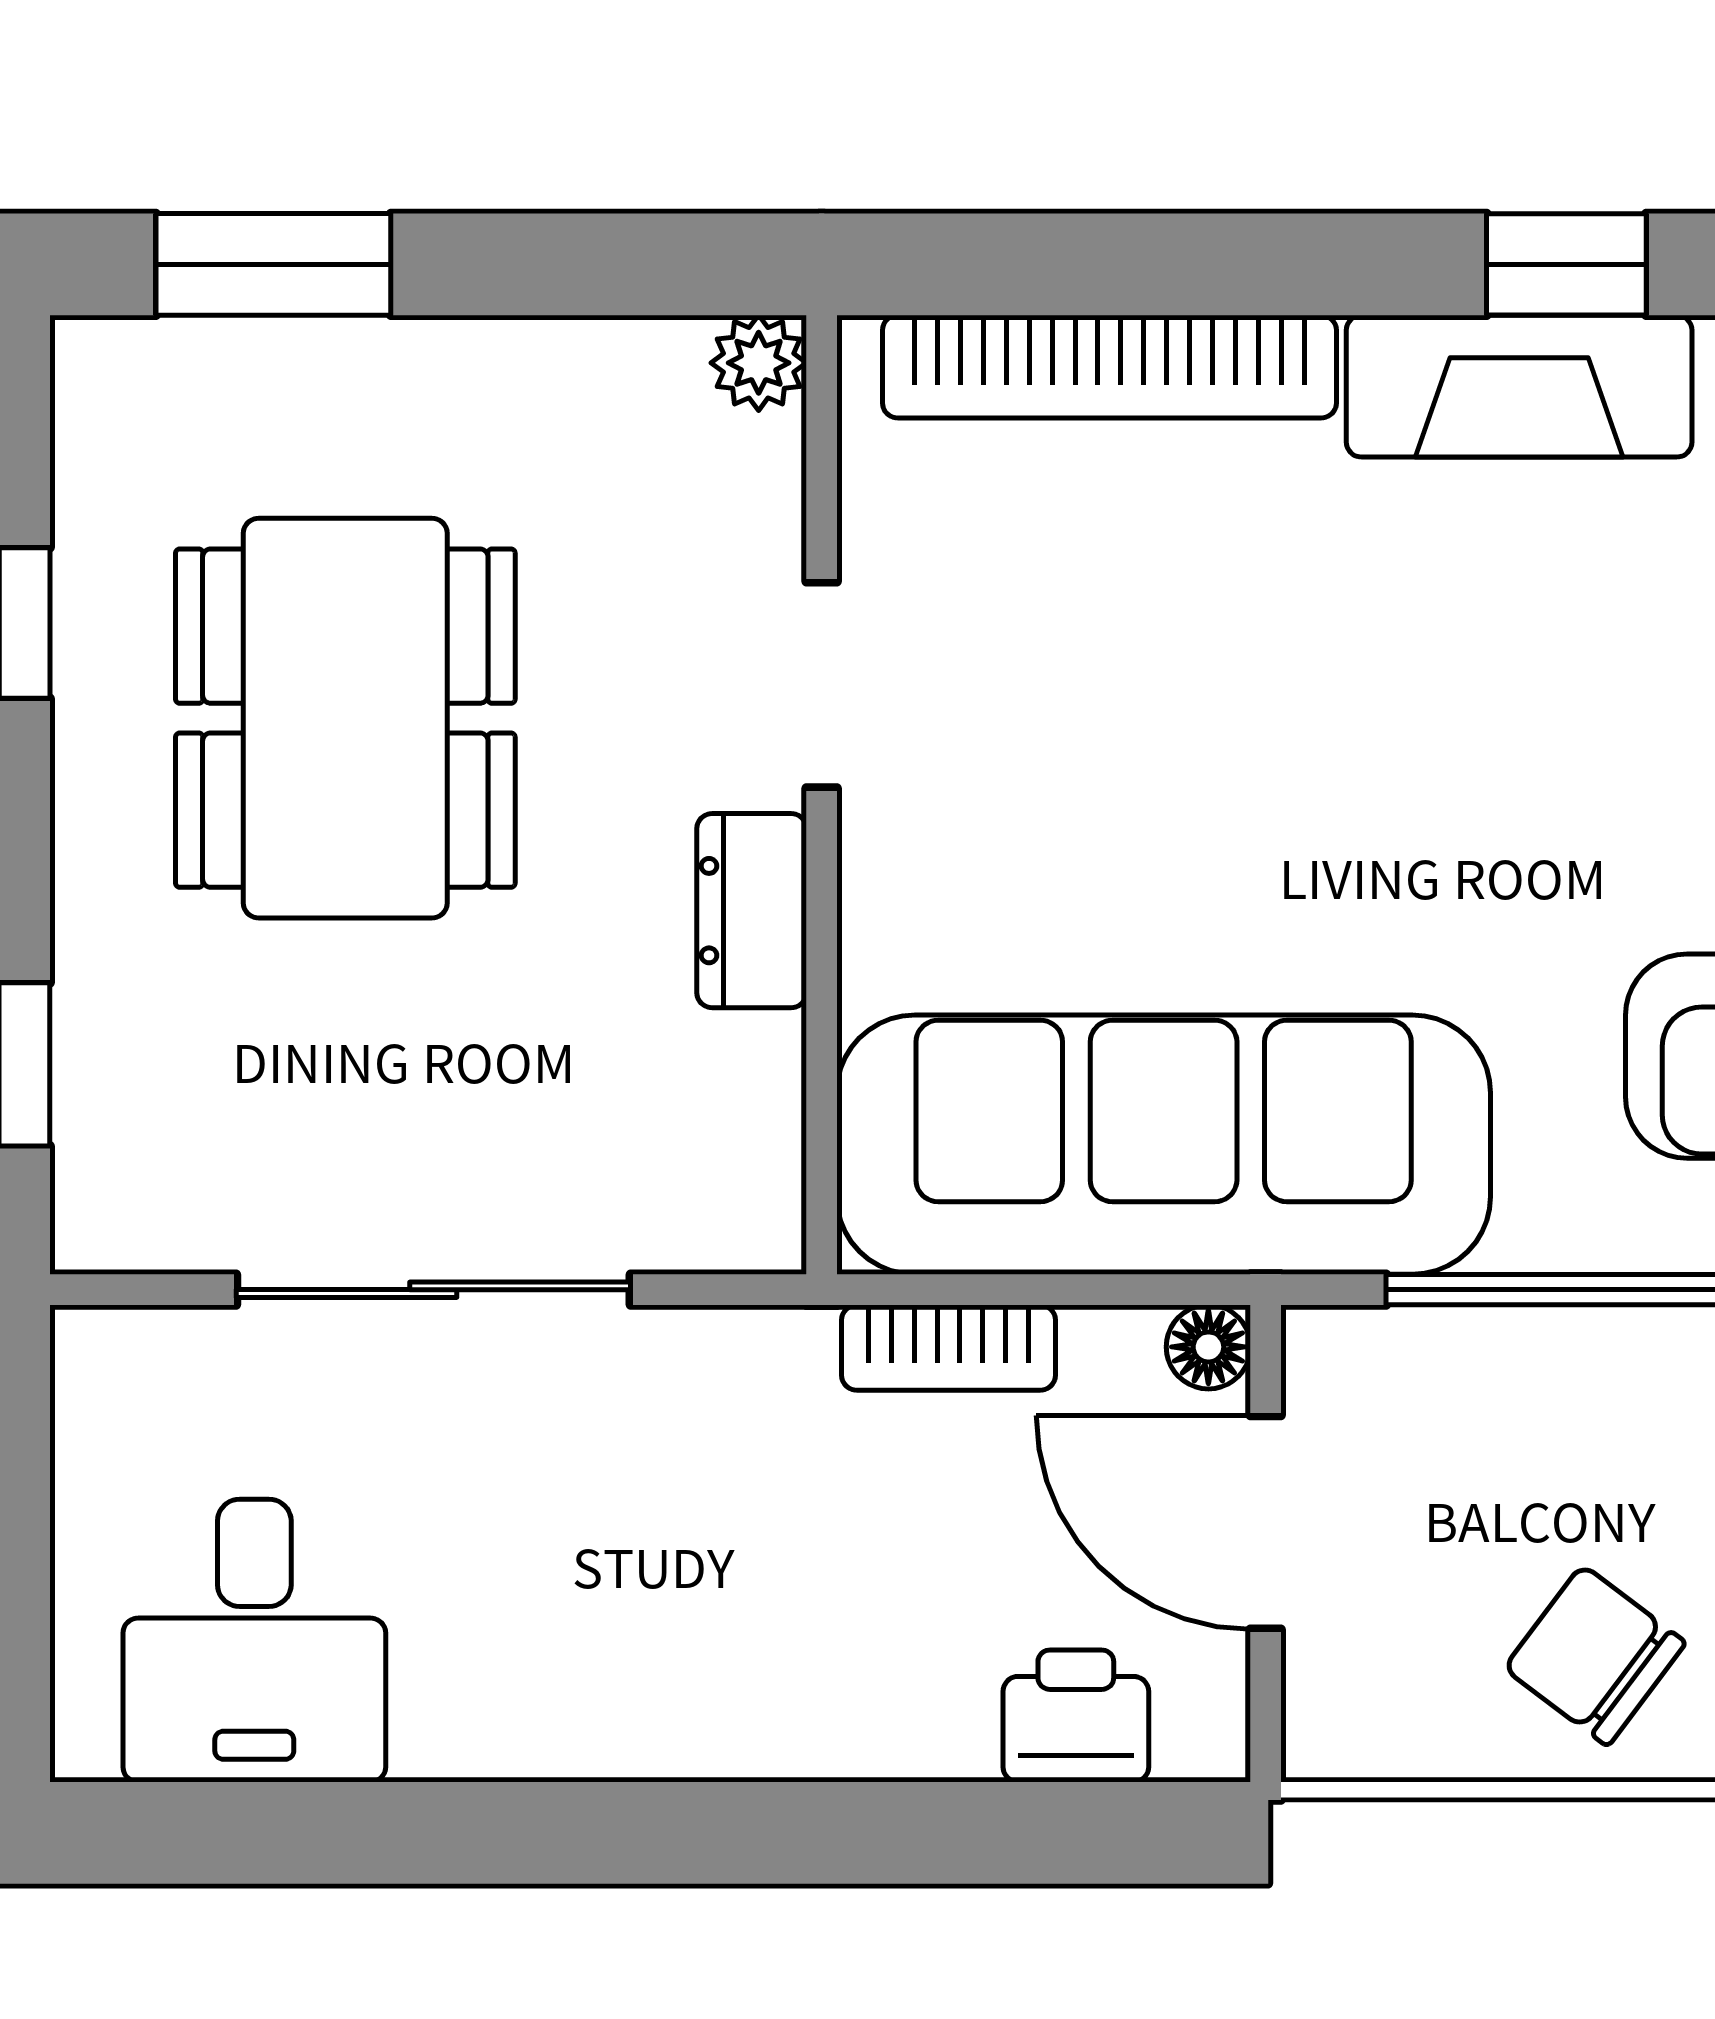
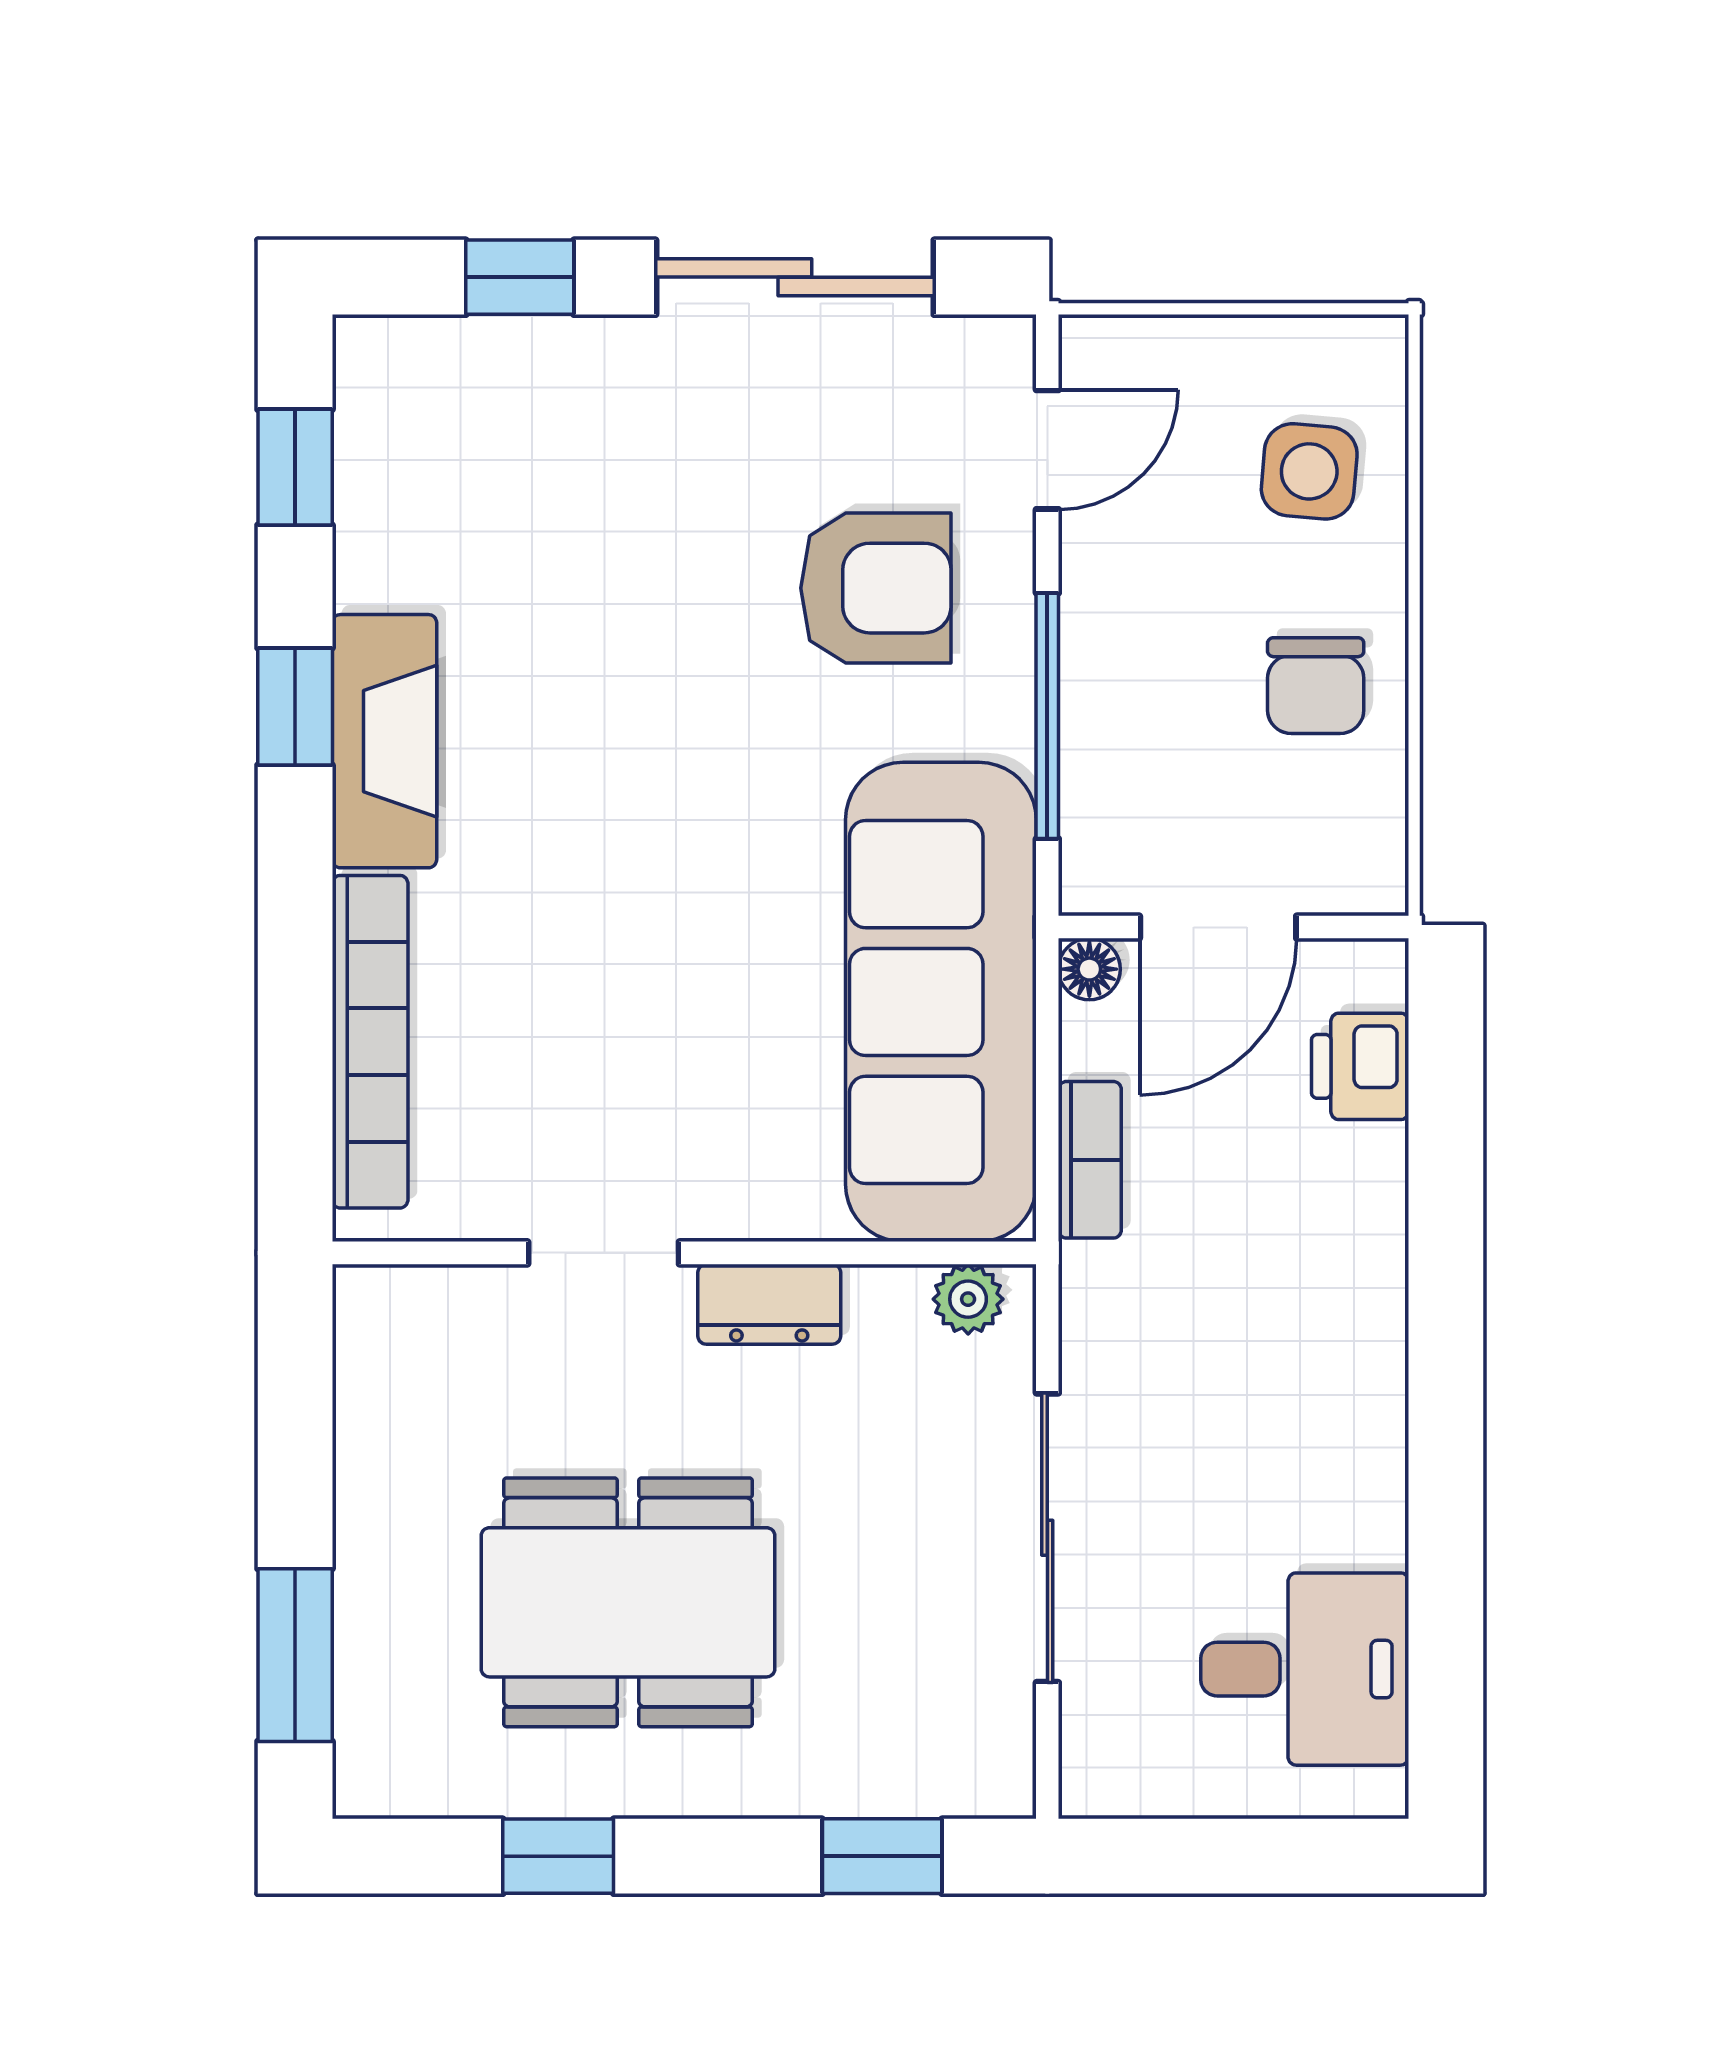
plant: (759, 363) -> (968, 1299), moved
chair: (1595, 1655) -> (1316, 686), turned -37

